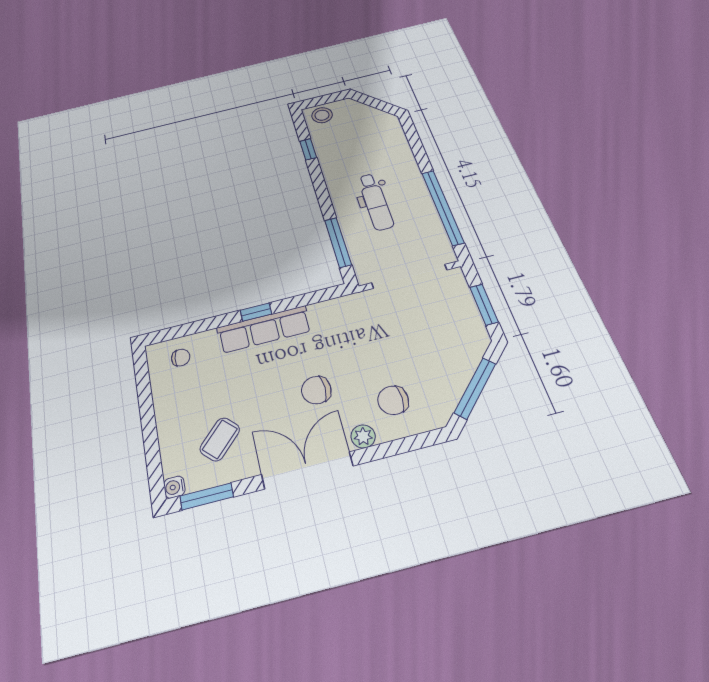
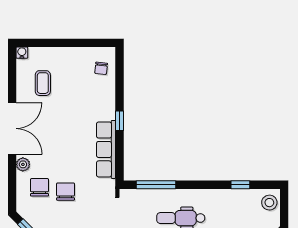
row of seats: (264, 329) -> (106, 149), moved
chair: (316, 390) -> (66, 192), moved
coffee table: (220, 439) -> (43, 83), turned 45
window: (207, 496) -> (12, 70), removed

